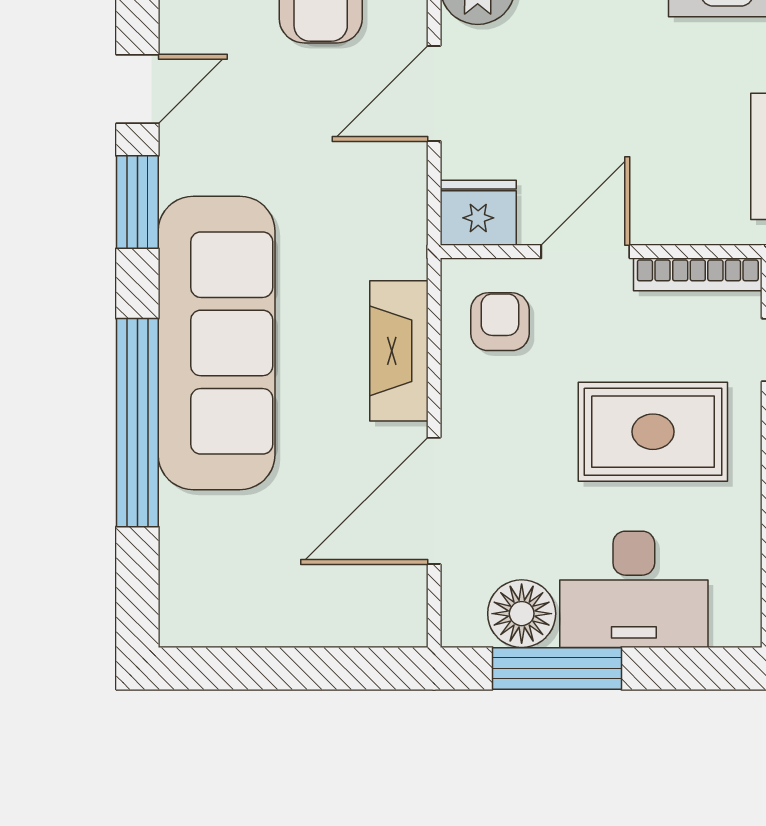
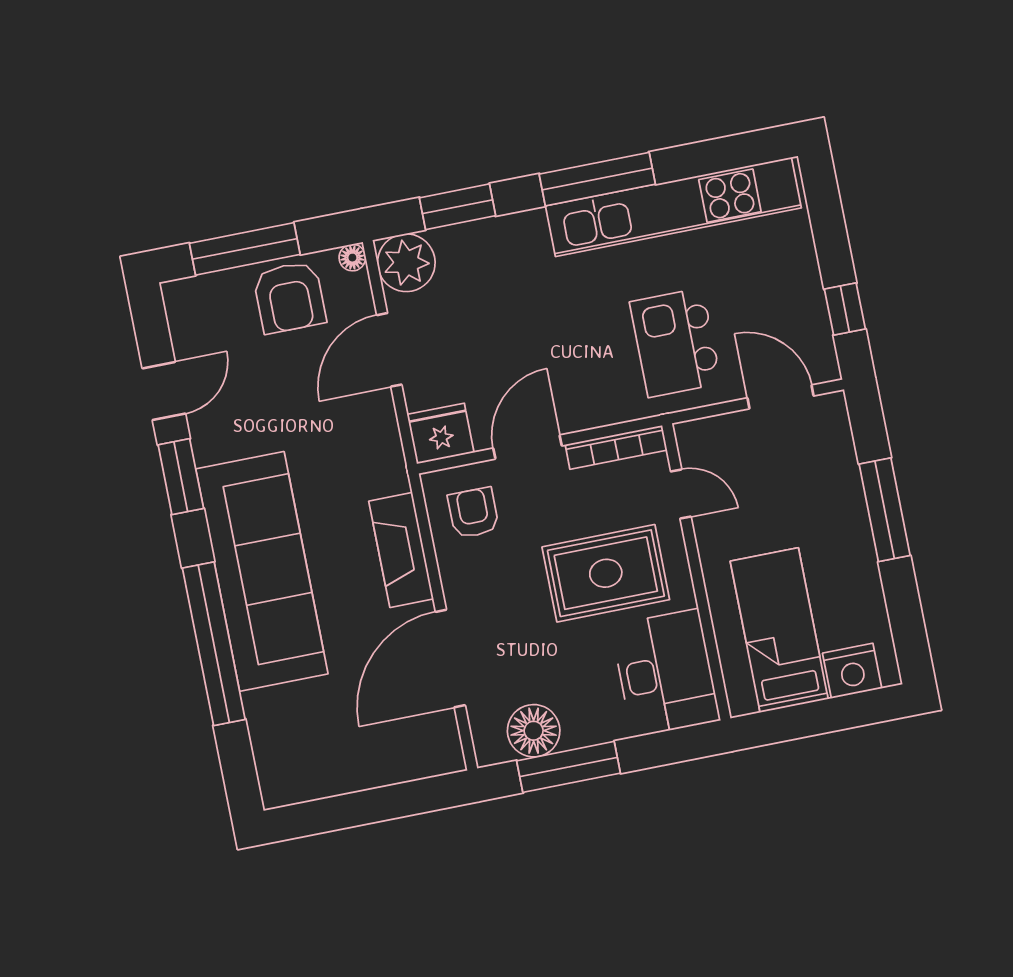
desk: (634, 589) -> (666, 673), moved, turned -90

